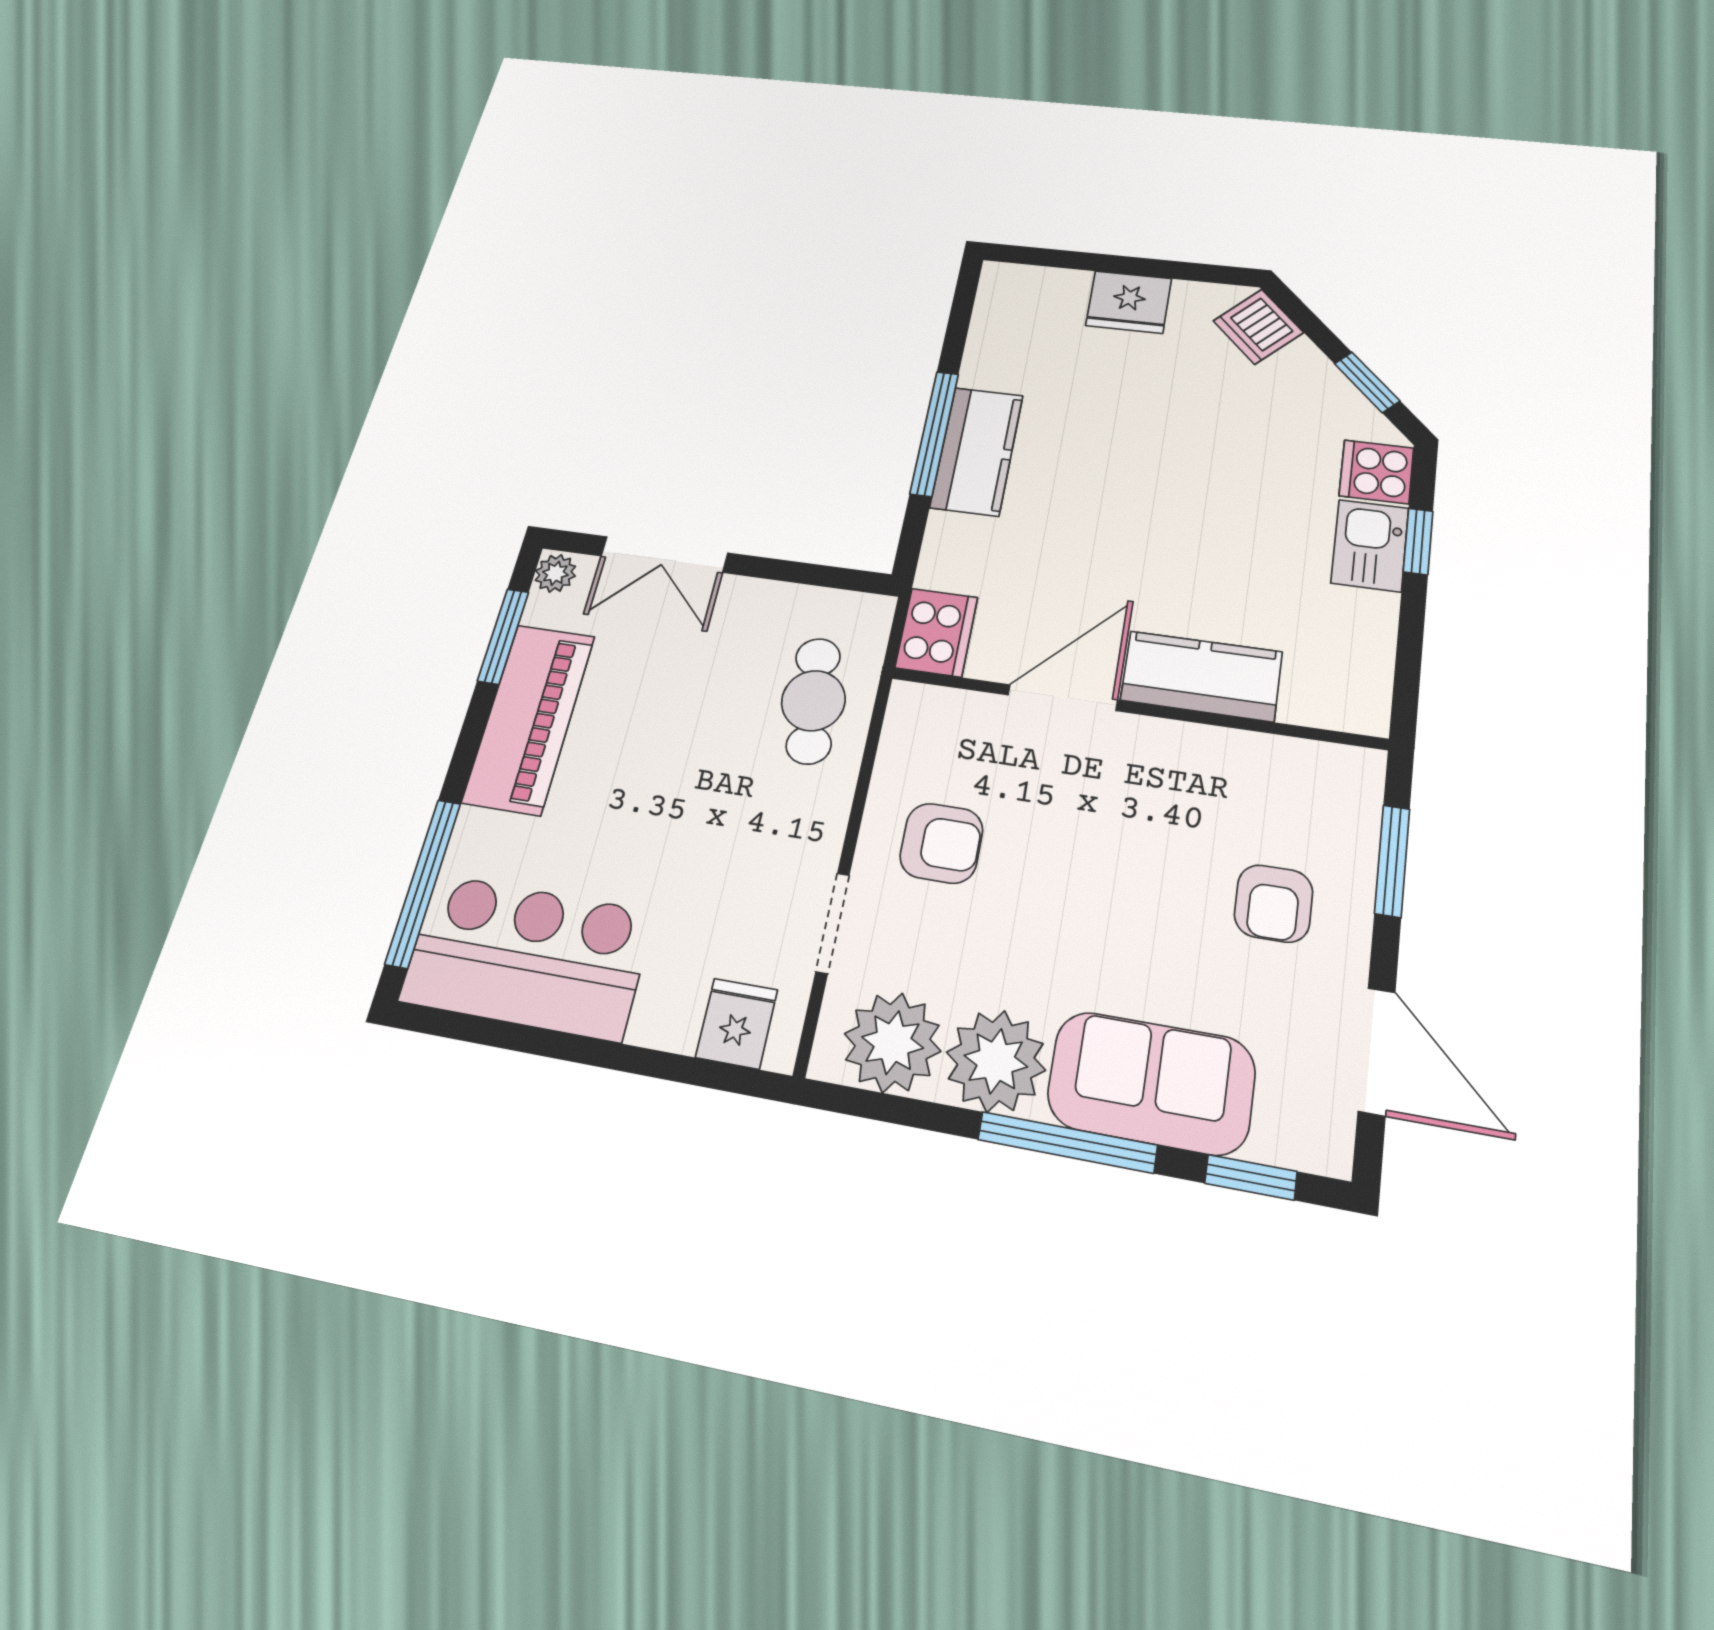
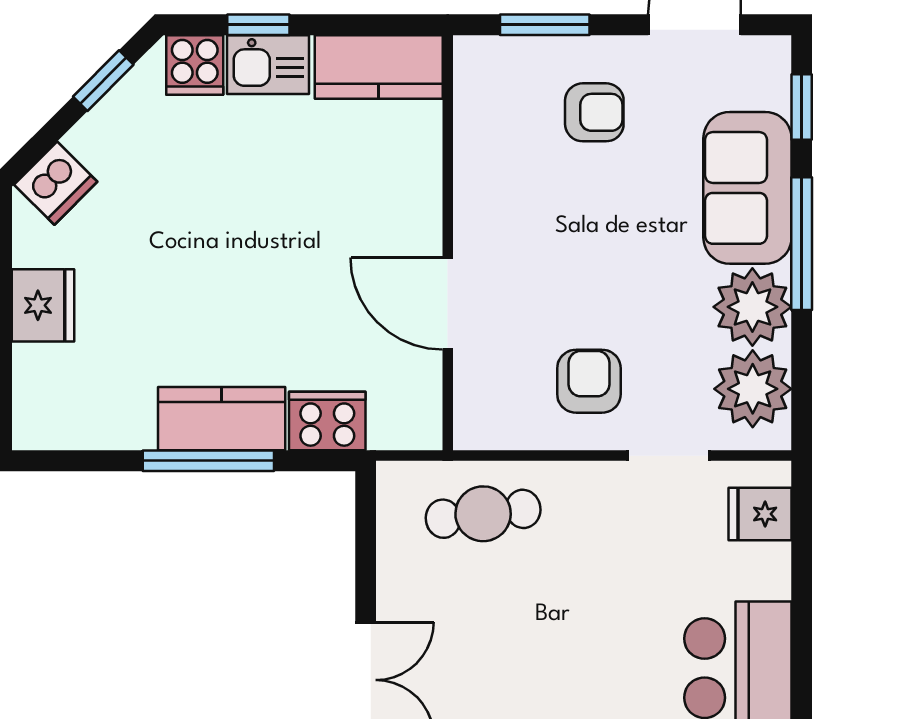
cooker: (936, 632) -> (327, 421), moved
kitchen counter: (1201, 676) -> (379, 67), moved, turned -90

